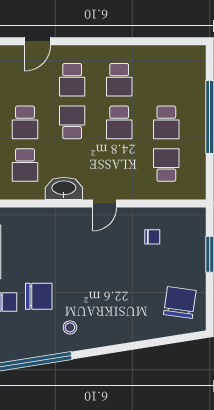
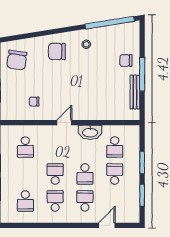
school desk: (166, 122) -> (25, 201), moved, turned 180
school desk: (25, 165) -> (115, 147), turned 180
chair: (39, 296) -> (57, 52), moved

